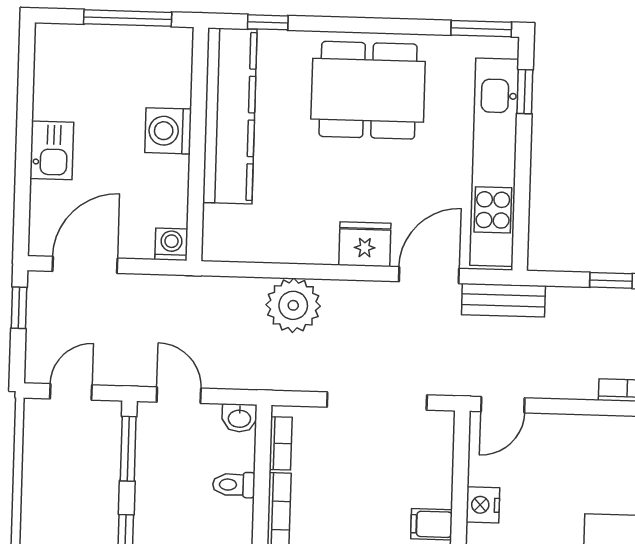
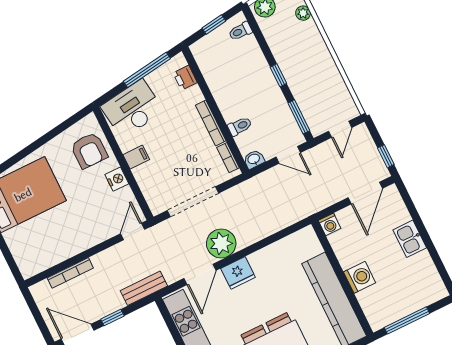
bench: (503, 300) -> (144, 288), moved
plant: (293, 305) -> (221, 243), moved

